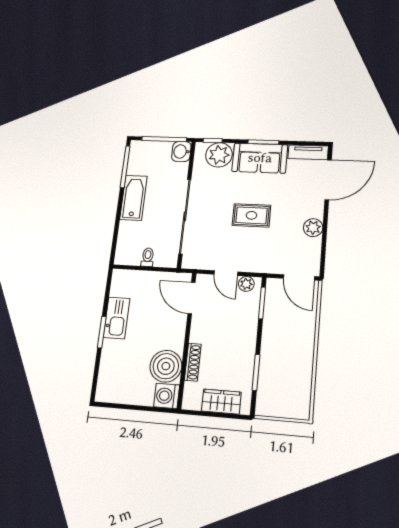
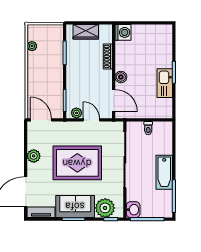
rug: (251, 215) -> (77, 163), width x1.86, depth x2.06
boiler: (166, 366) -> (121, 77), moved, width x0.54, depth x0.54
plant: (304, 387) -> (32, 46), added

